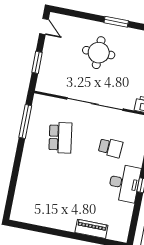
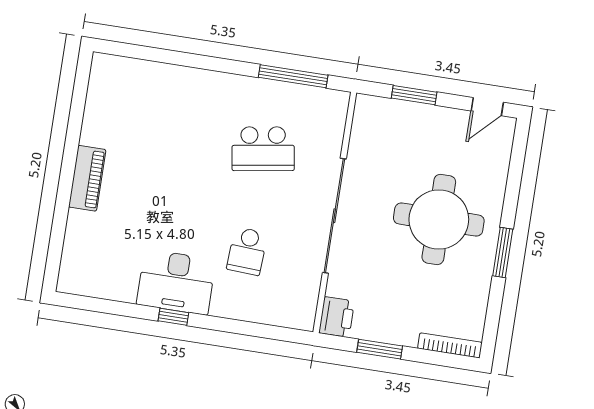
round table: (99, 53) -> (439, 219), width x1.36, depth x1.36
piano: (91, 229) -> (87, 178), moved

